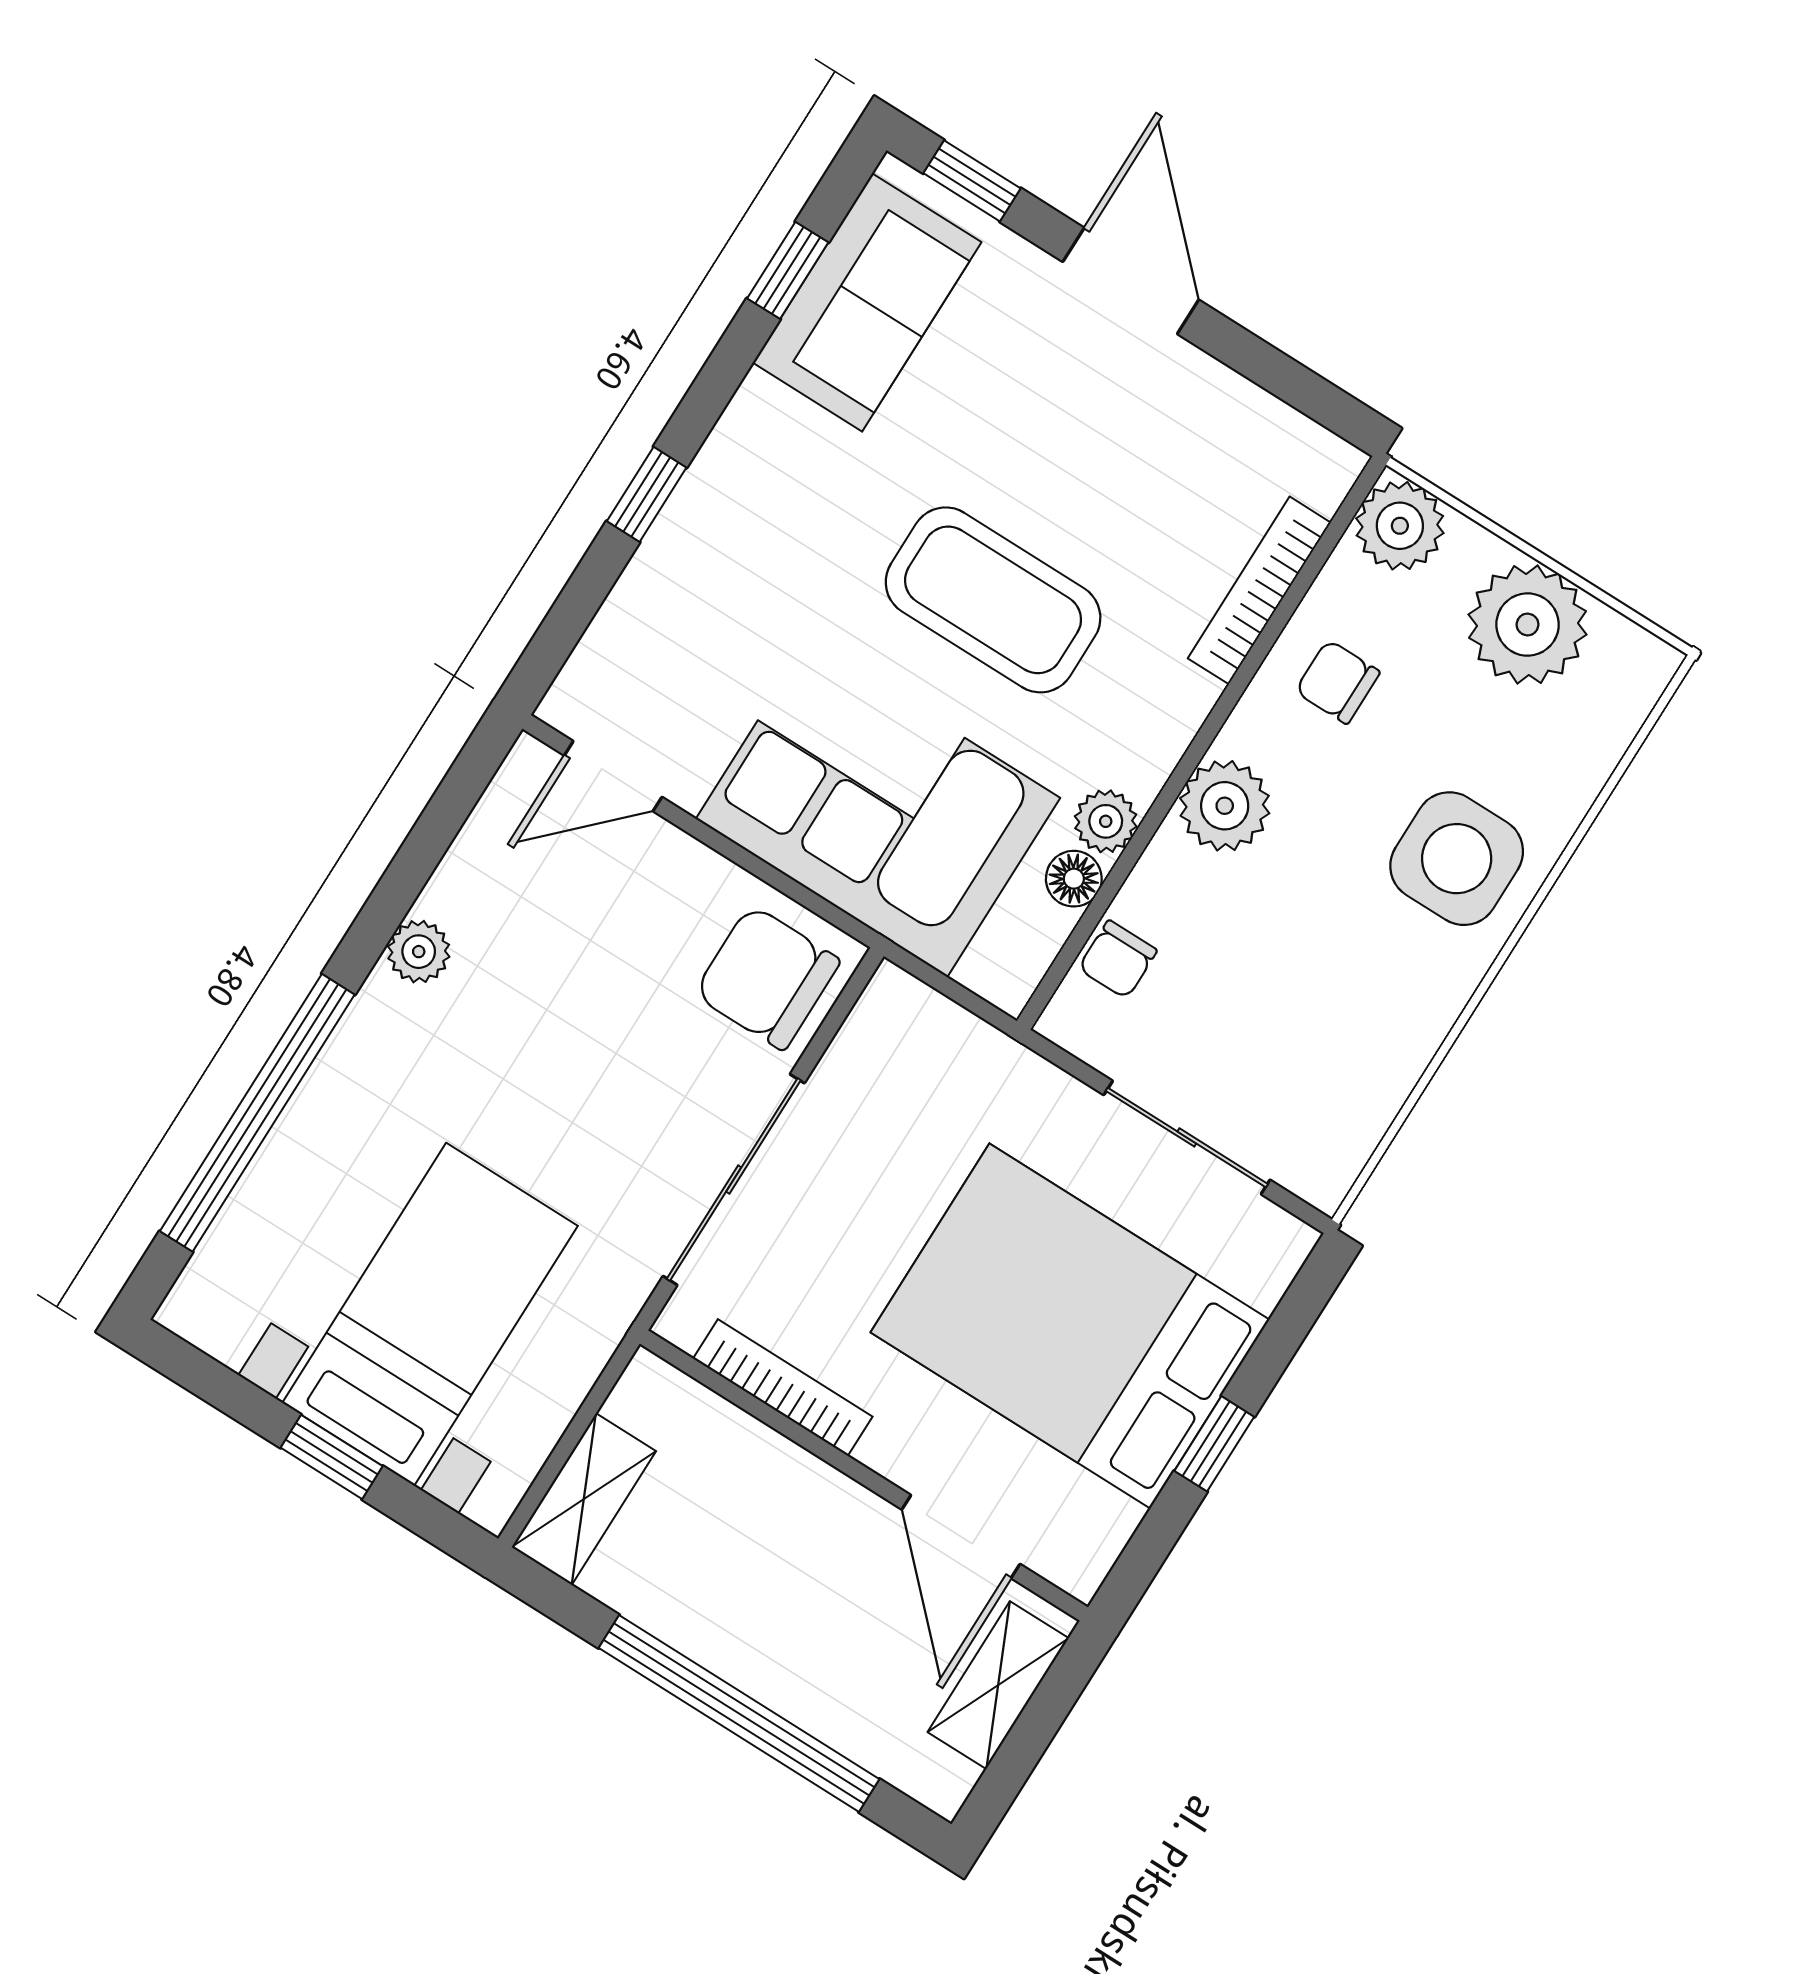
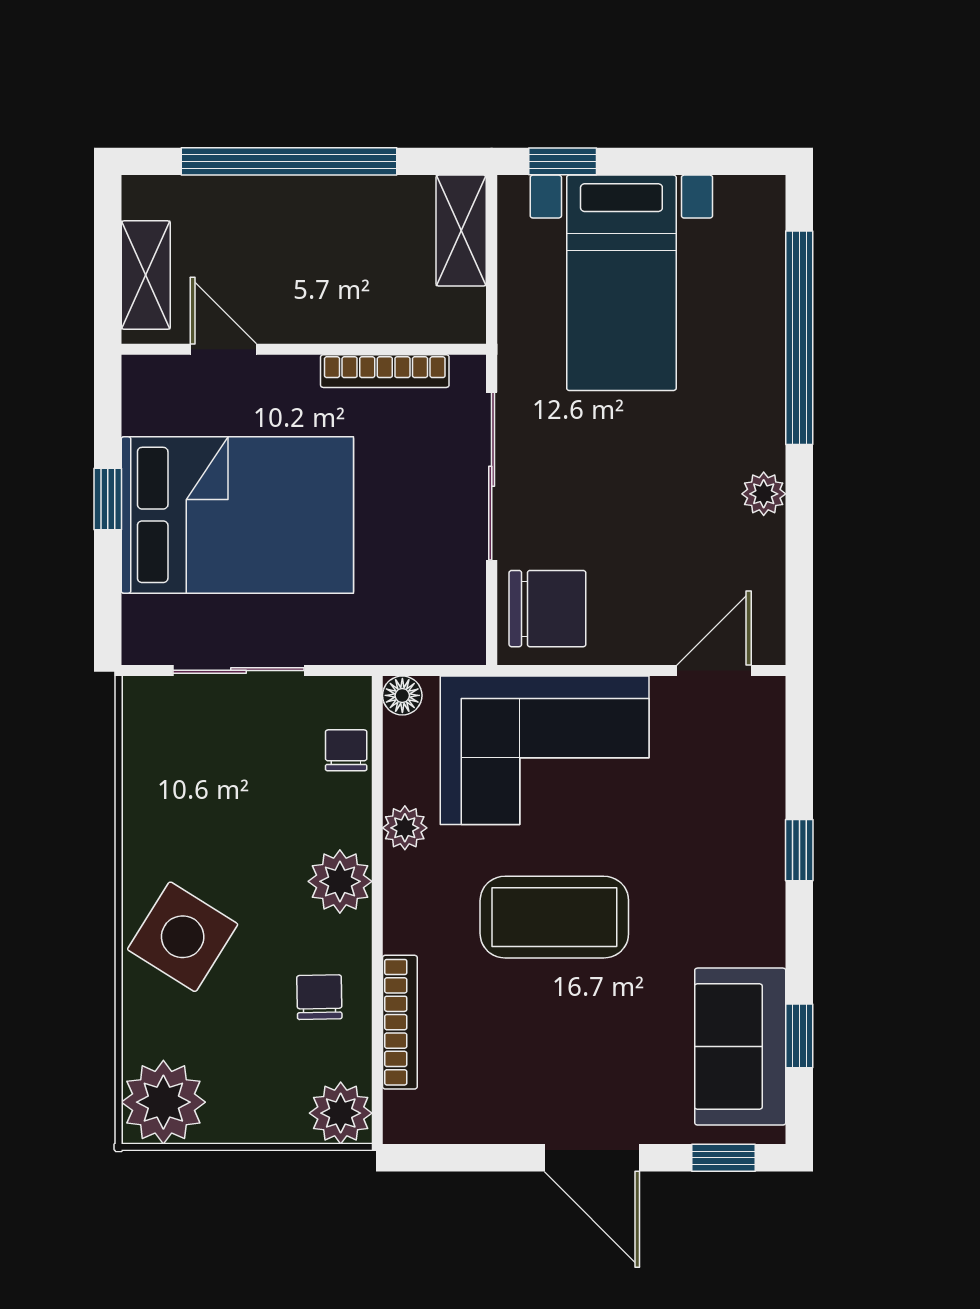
plant: (1528, 625) -> (163, 1102), moved
chair: (1337, 682) -> (319, 997), turned -91
side table: (1457, 859) -> (183, 937), turned 32
floor lamp: (1074, 879) -> (402, 695), moved
window: (332, 1457) -> (563, 161), moved
door: (961, 1537) -> (223, 349), width x0.73

